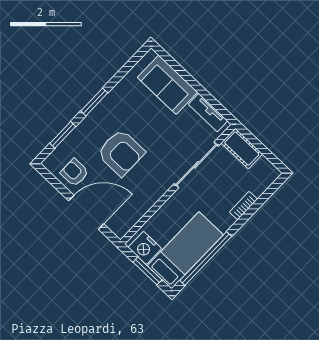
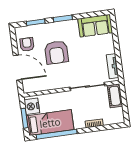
sofa: (167, 85) -> (95, 26), moved, turned -90

